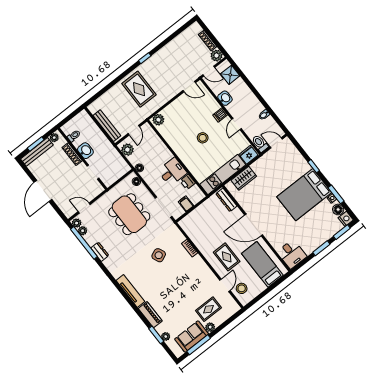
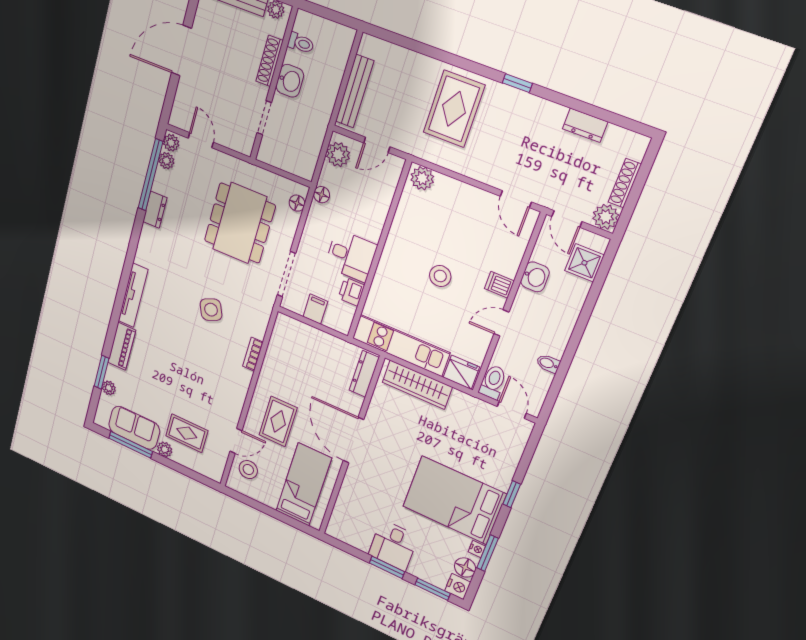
dresser: (176, 42) -> (585, 125), added
wardrobe: (244, 178) -> (417, 385), width x1.50
desk: (292, 254) -> (393, 545), moved

